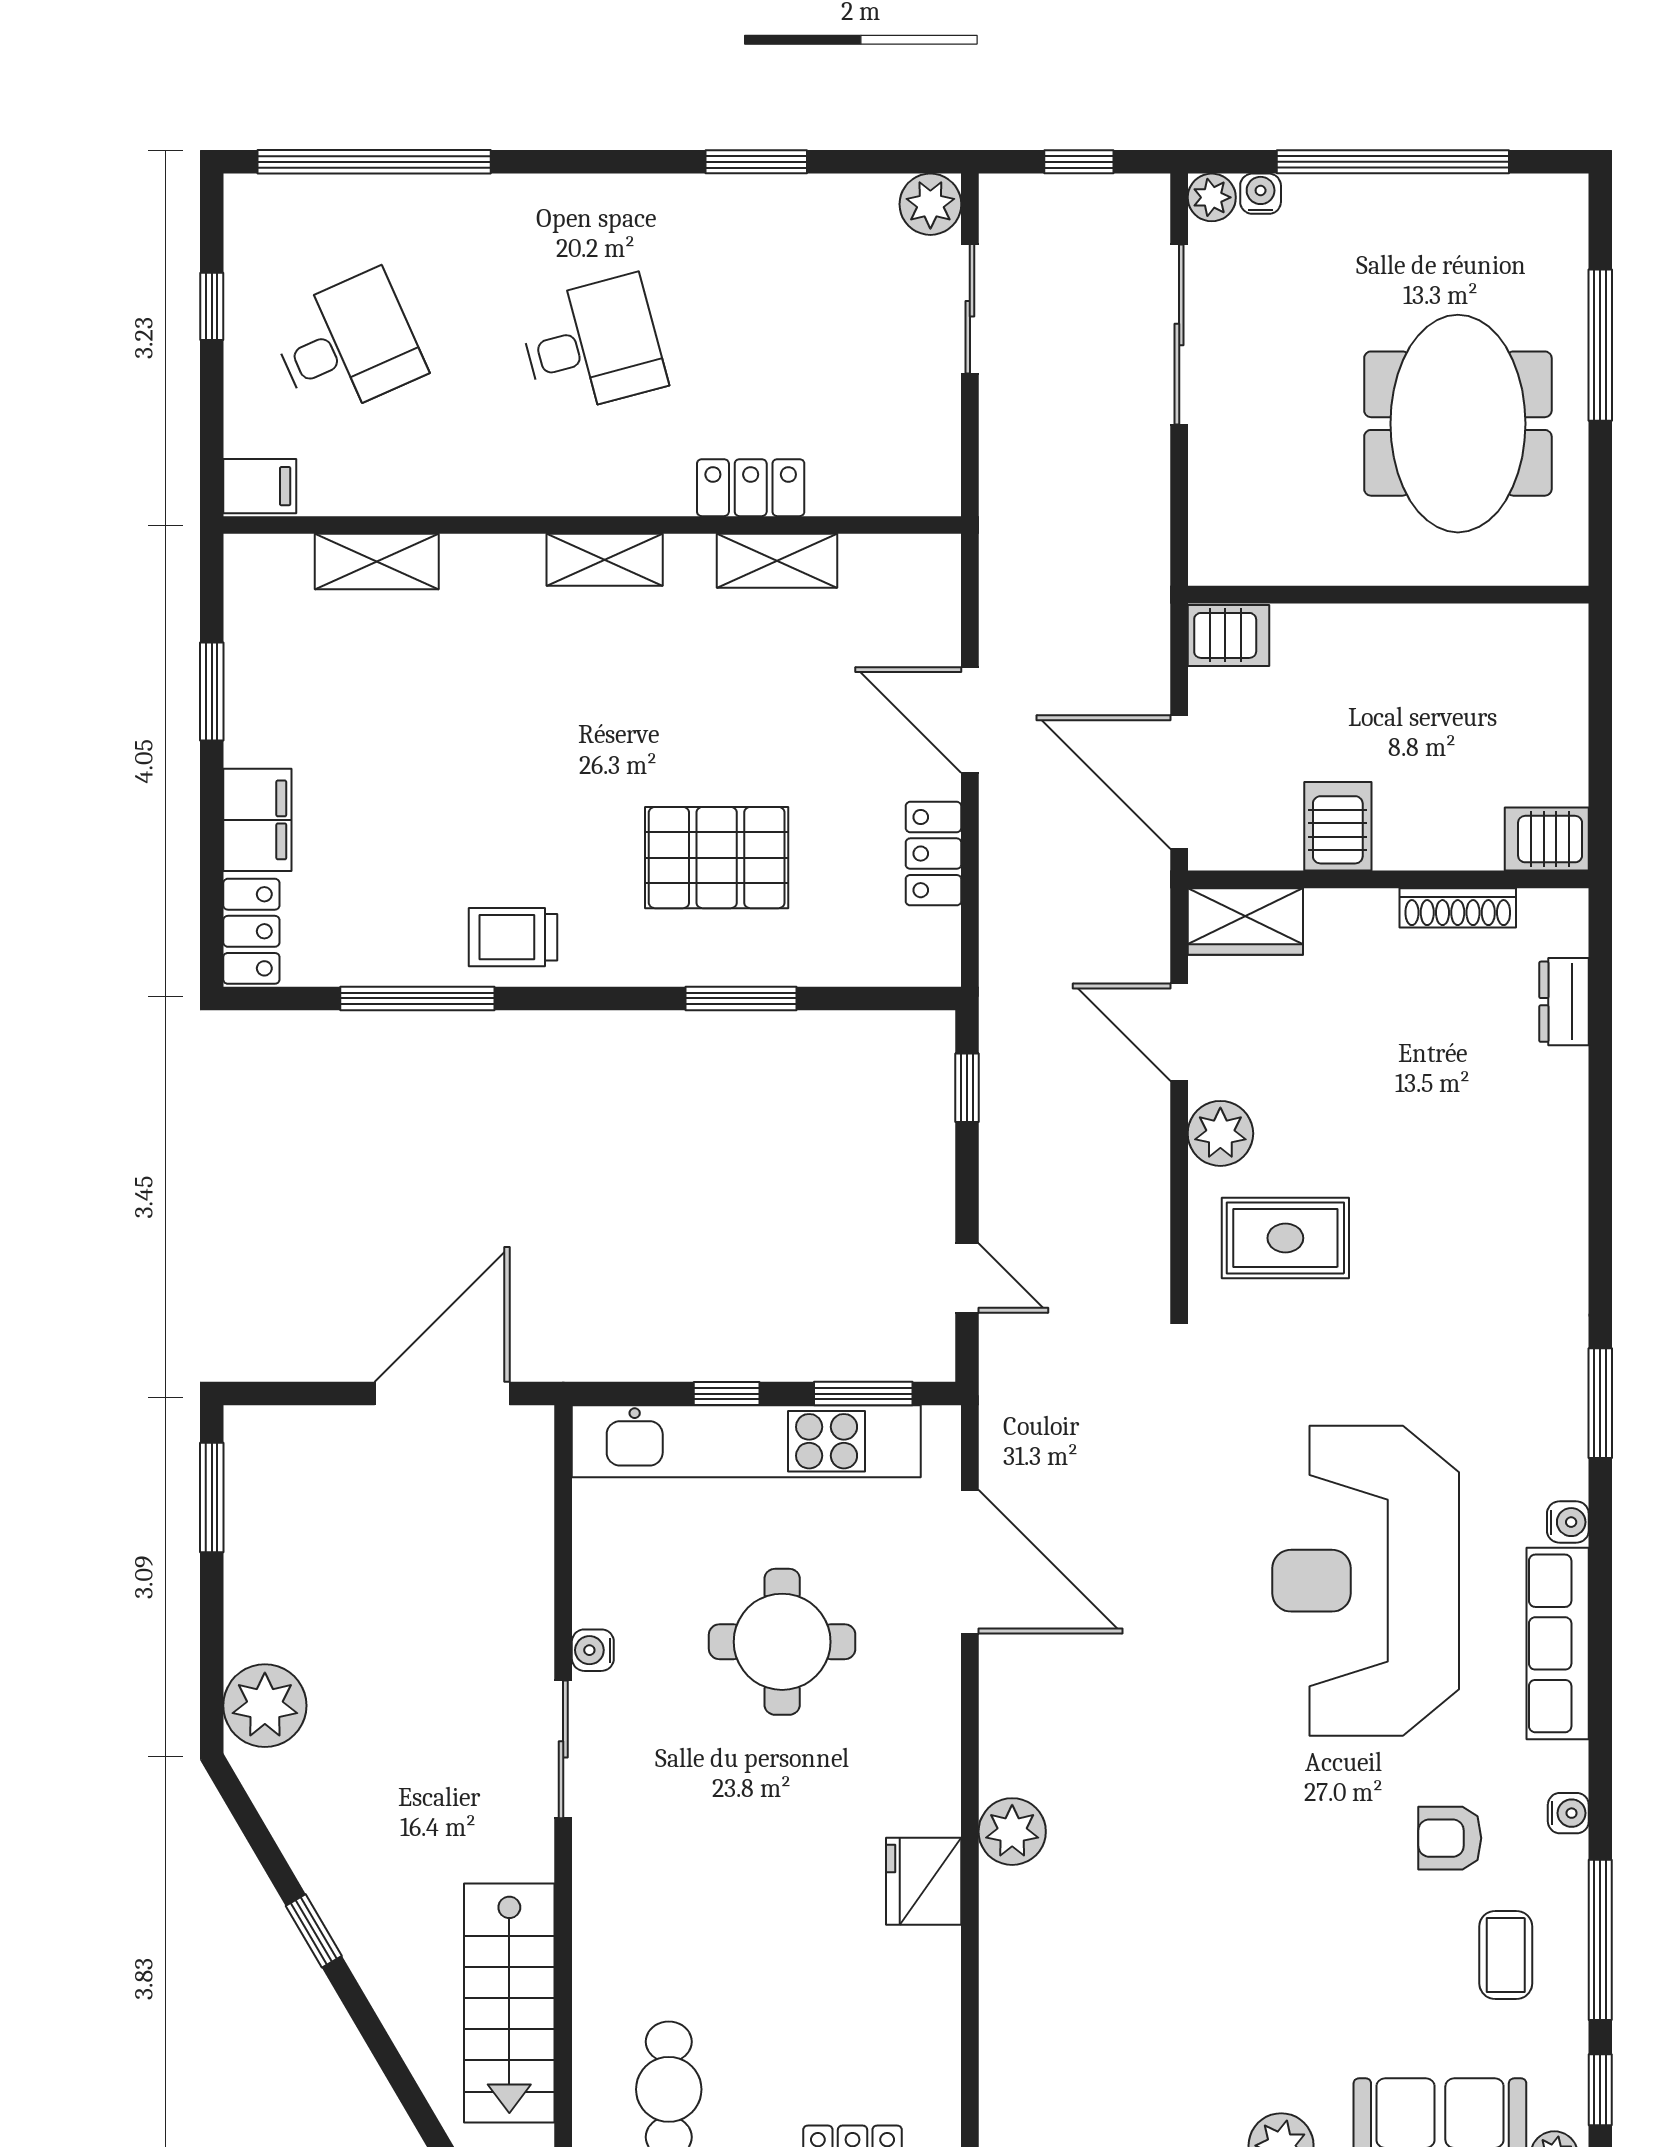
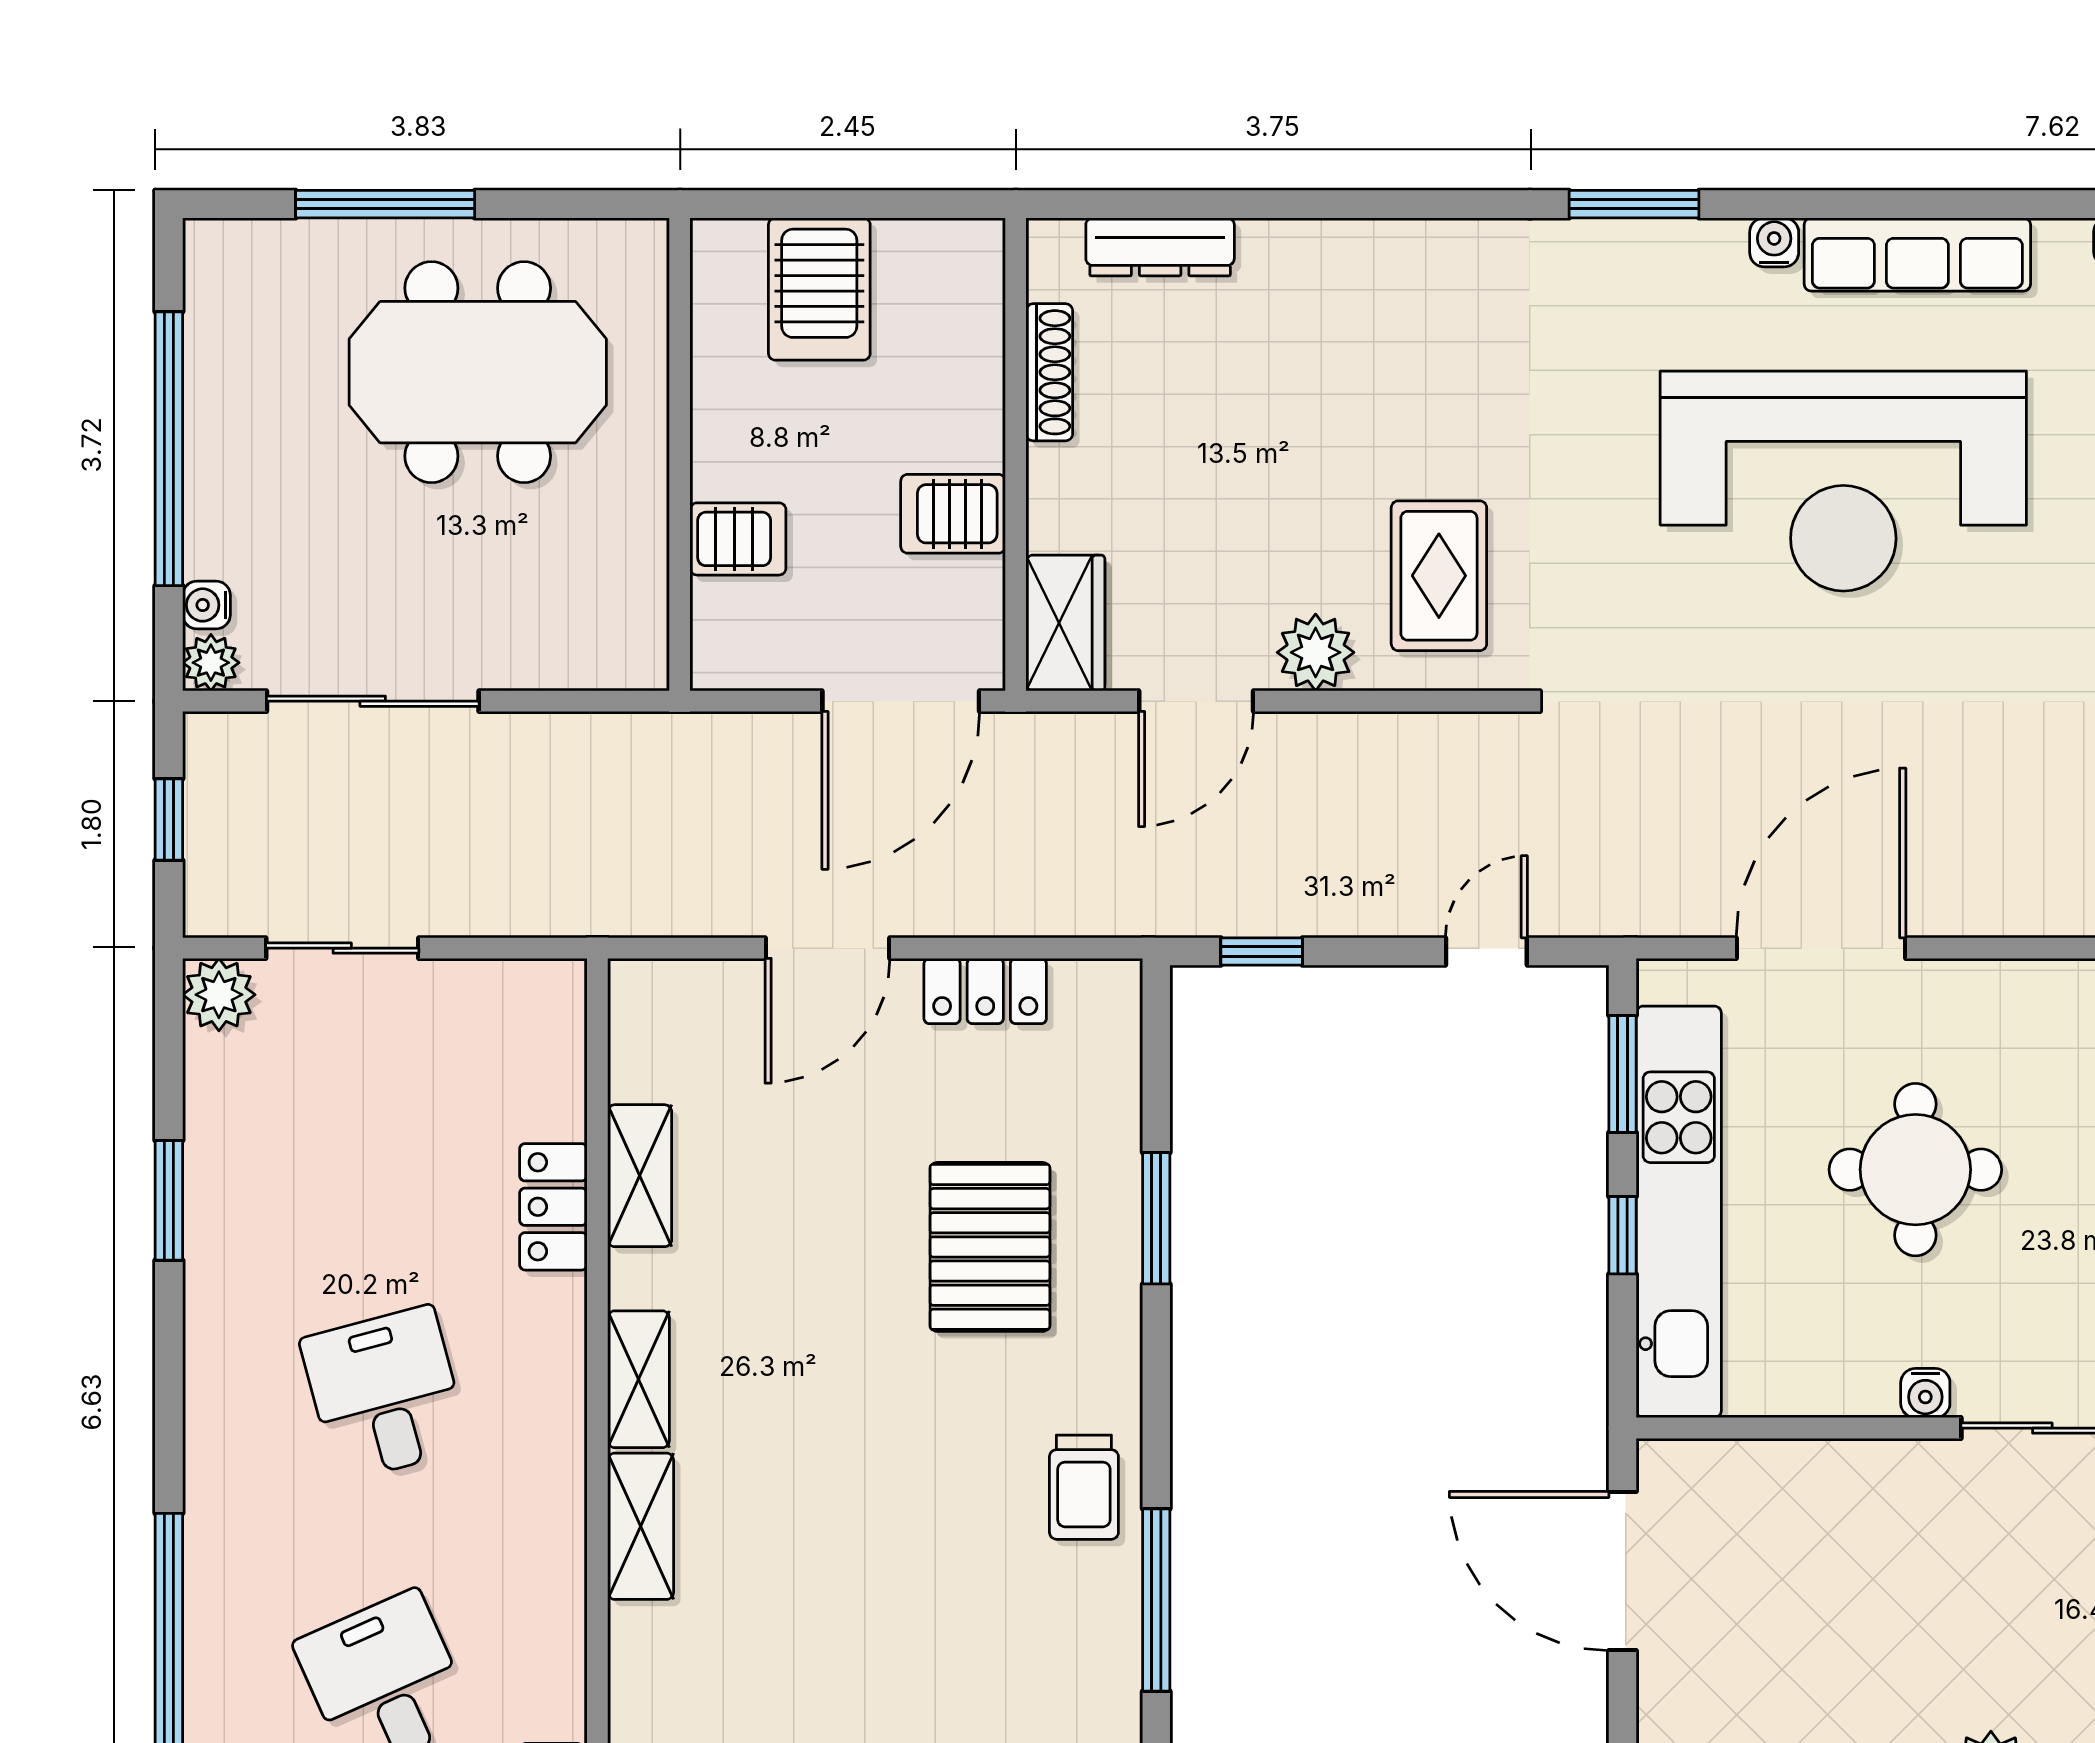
shelving: (377, 562) -> (641, 1526), moved
server rack: (1228, 635) -> (738, 539), moved, turned 90
server rack: (1547, 839) -> (819, 289), moved, width x1.36, depth x1.44
dresser: (1564, 1002) -> (1160, 247), width x1.44

